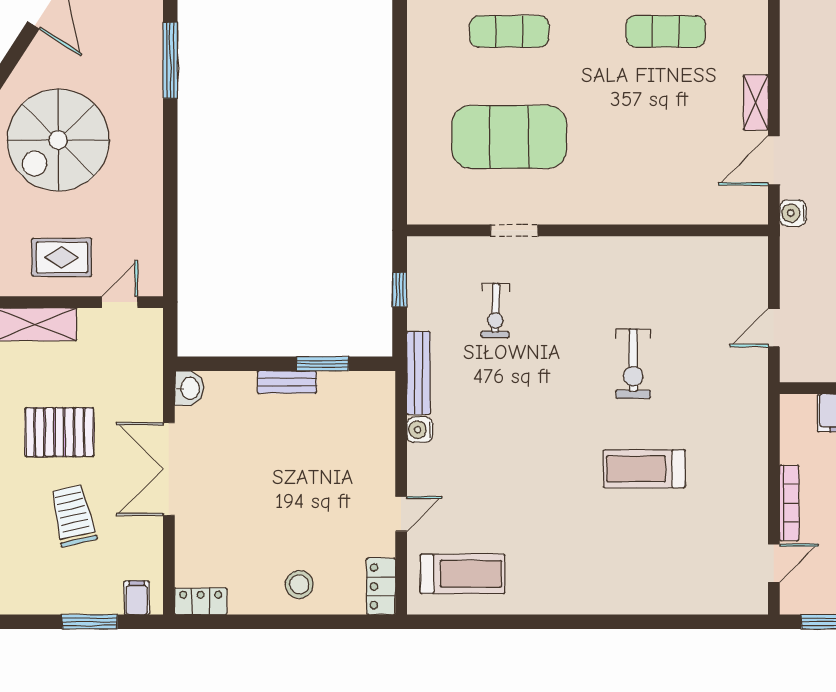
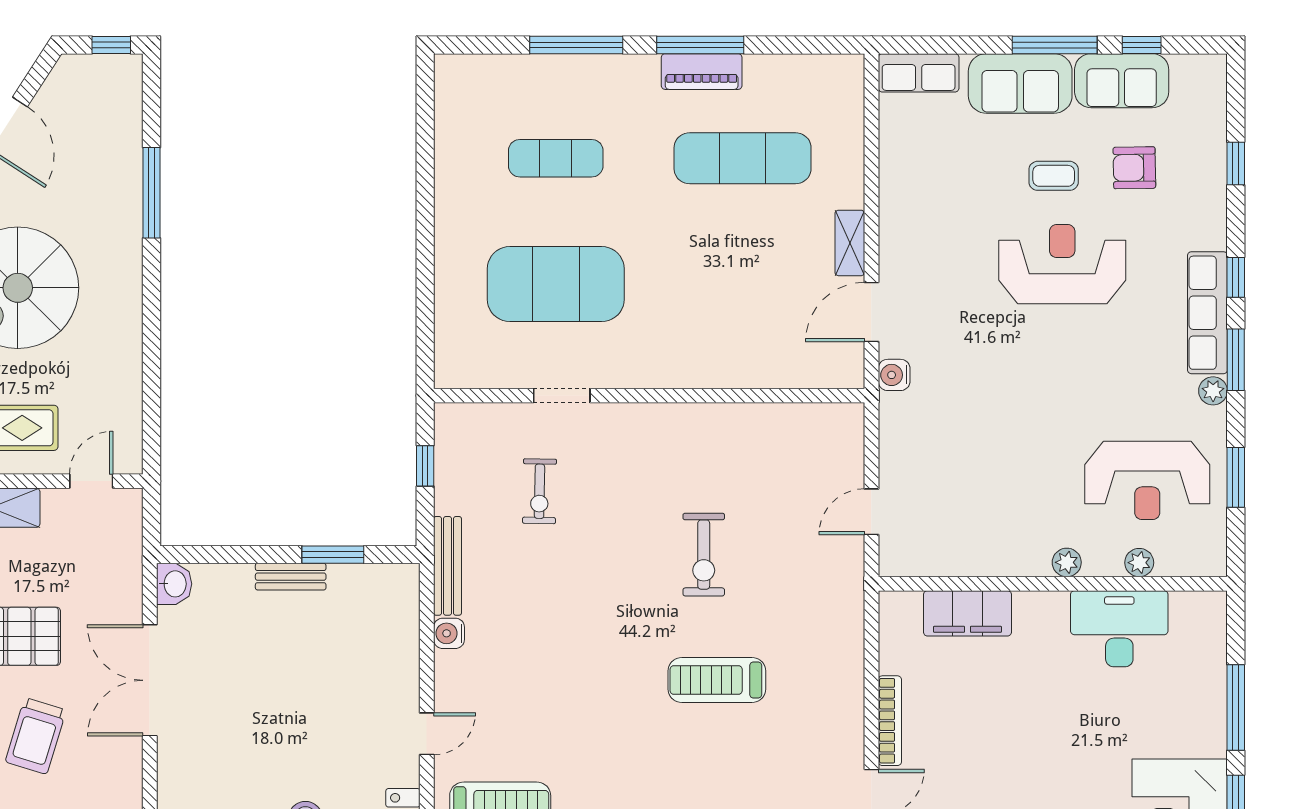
exercise mat: (666, 31) -> (743, 158), width x1.36, depth x1.45
trolley: (73, 516) -> (36, 736), turned -150

